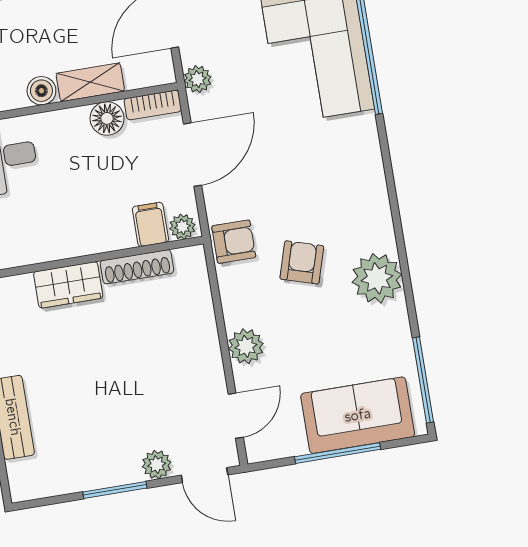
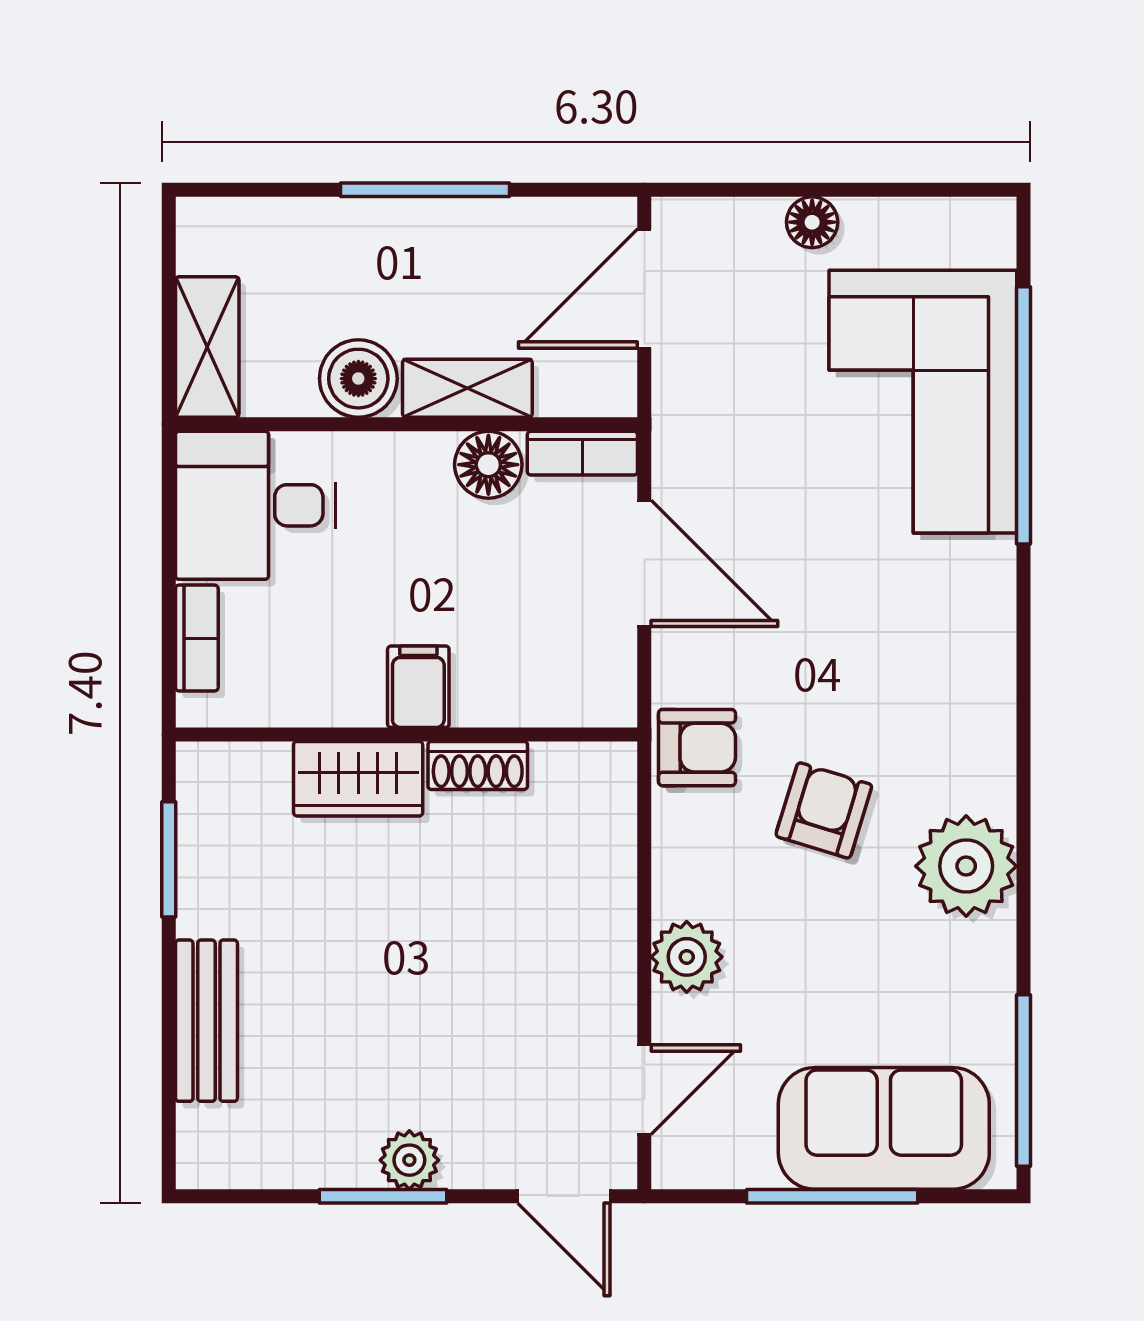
plant: (198, 79) -> (679, 417), removed
boiler: (41, 91) -> (358, 379), width x1.36, depth x1.36
door: (193, 155) -> (644, 563), hinge flipped
filing cabinet: (150, 224) -> (418, 687), moved
plant: (182, 227) -> (601, 702), removed
shoe rack: (137, 267) -> (478, 765), width x0.70
plant: (157, 465) -> (409, 1160), moved

